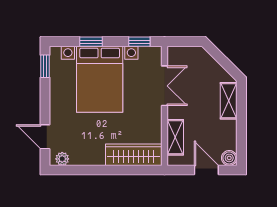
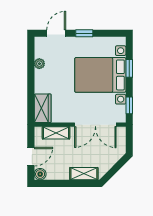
window: (45, 66) -> (84, 33), moved
double door: (165, 86) -> (95, 125), width x1.37
wardrobe: (134, 155) -> (43, 108), width x0.67
plant: (62, 159) -> (39, 64), moved

